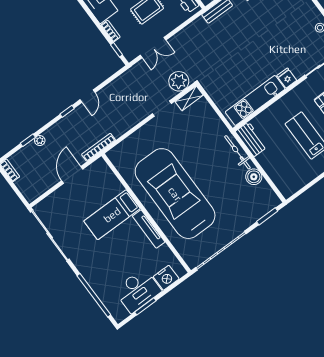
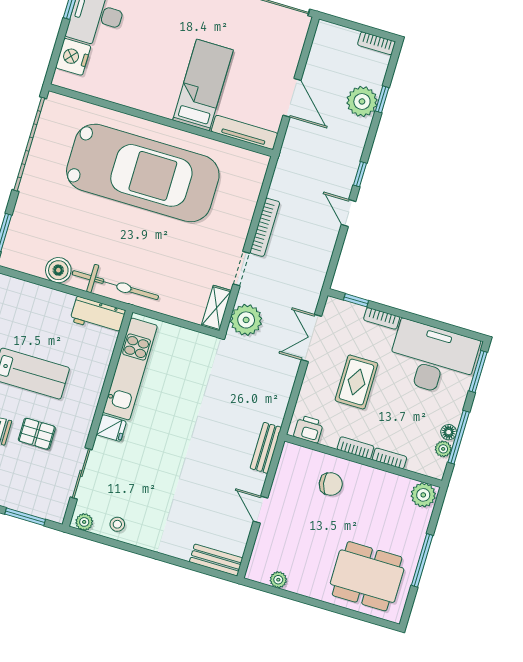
plant: (40, 140) -> (362, 101), width x1.87, depth x1.87
bookcase: (99, 147) -> (265, 227), moved
bicycle: (237, 152) -> (115, 285), width x1.37, depth x1.40
tv unit: (149, 229) -> (245, 132), moved

